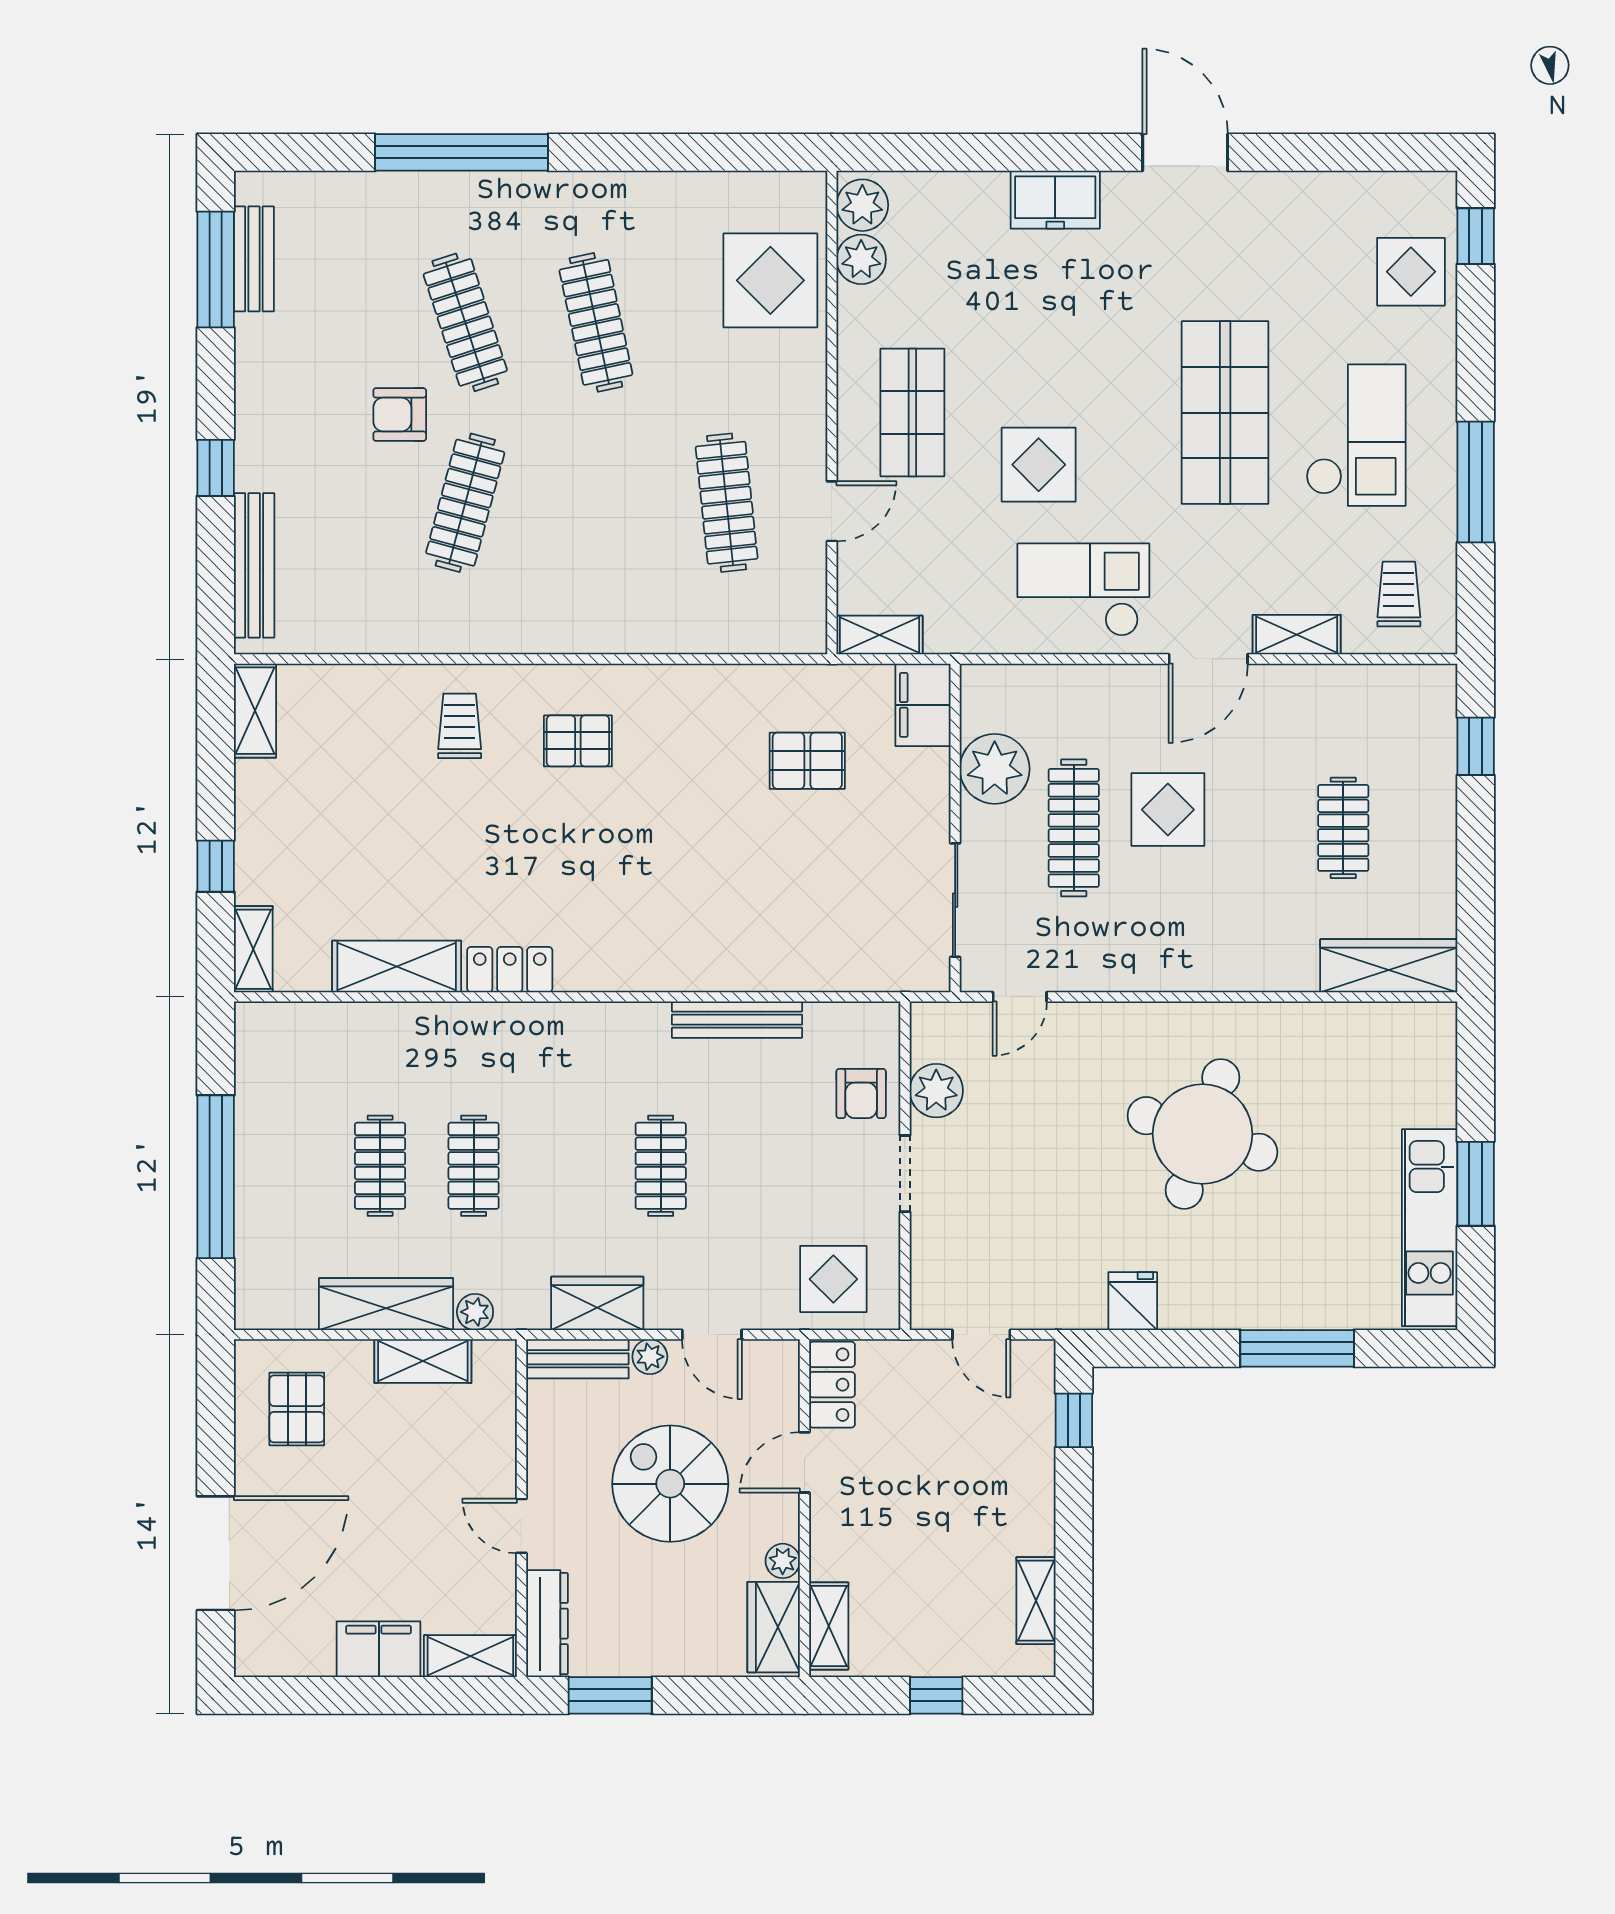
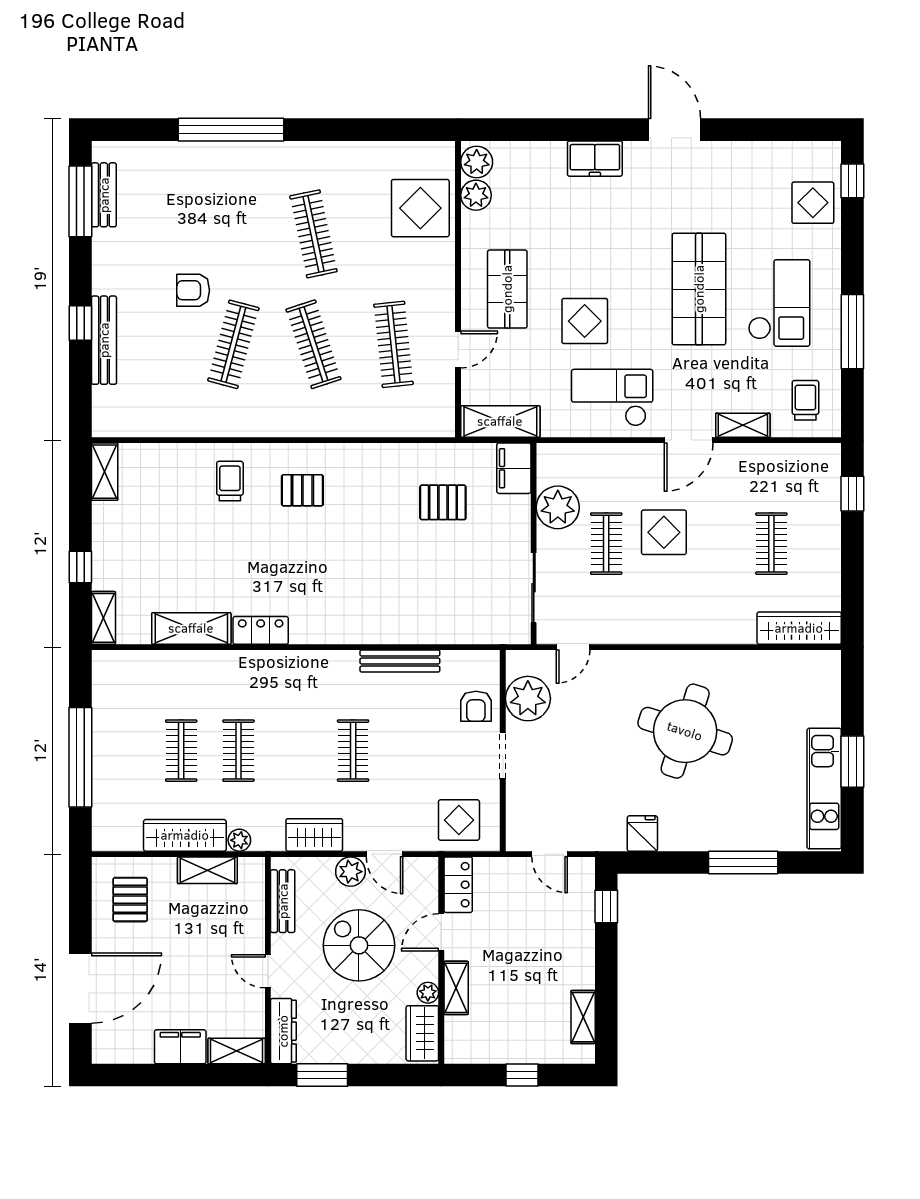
clothes rail: (465, 322) -> (313, 344), moved
bench: (254, 565) -> (104, 340), moved
shelving: (880, 635) -> (500, 421), width x1.50, depth x1.33
clothes rail: (1074, 828) -> (606, 544), width x0.73
plant: (936, 1091) -> (528, 699), width x1.36, depth x1.36
plant: (650, 1357) -> (350, 872), width x1.38, depth x1.38
bench: (577, 1359) -> (283, 901), moved, turned 90
shelving: (829, 1626) -> (456, 988), moved

